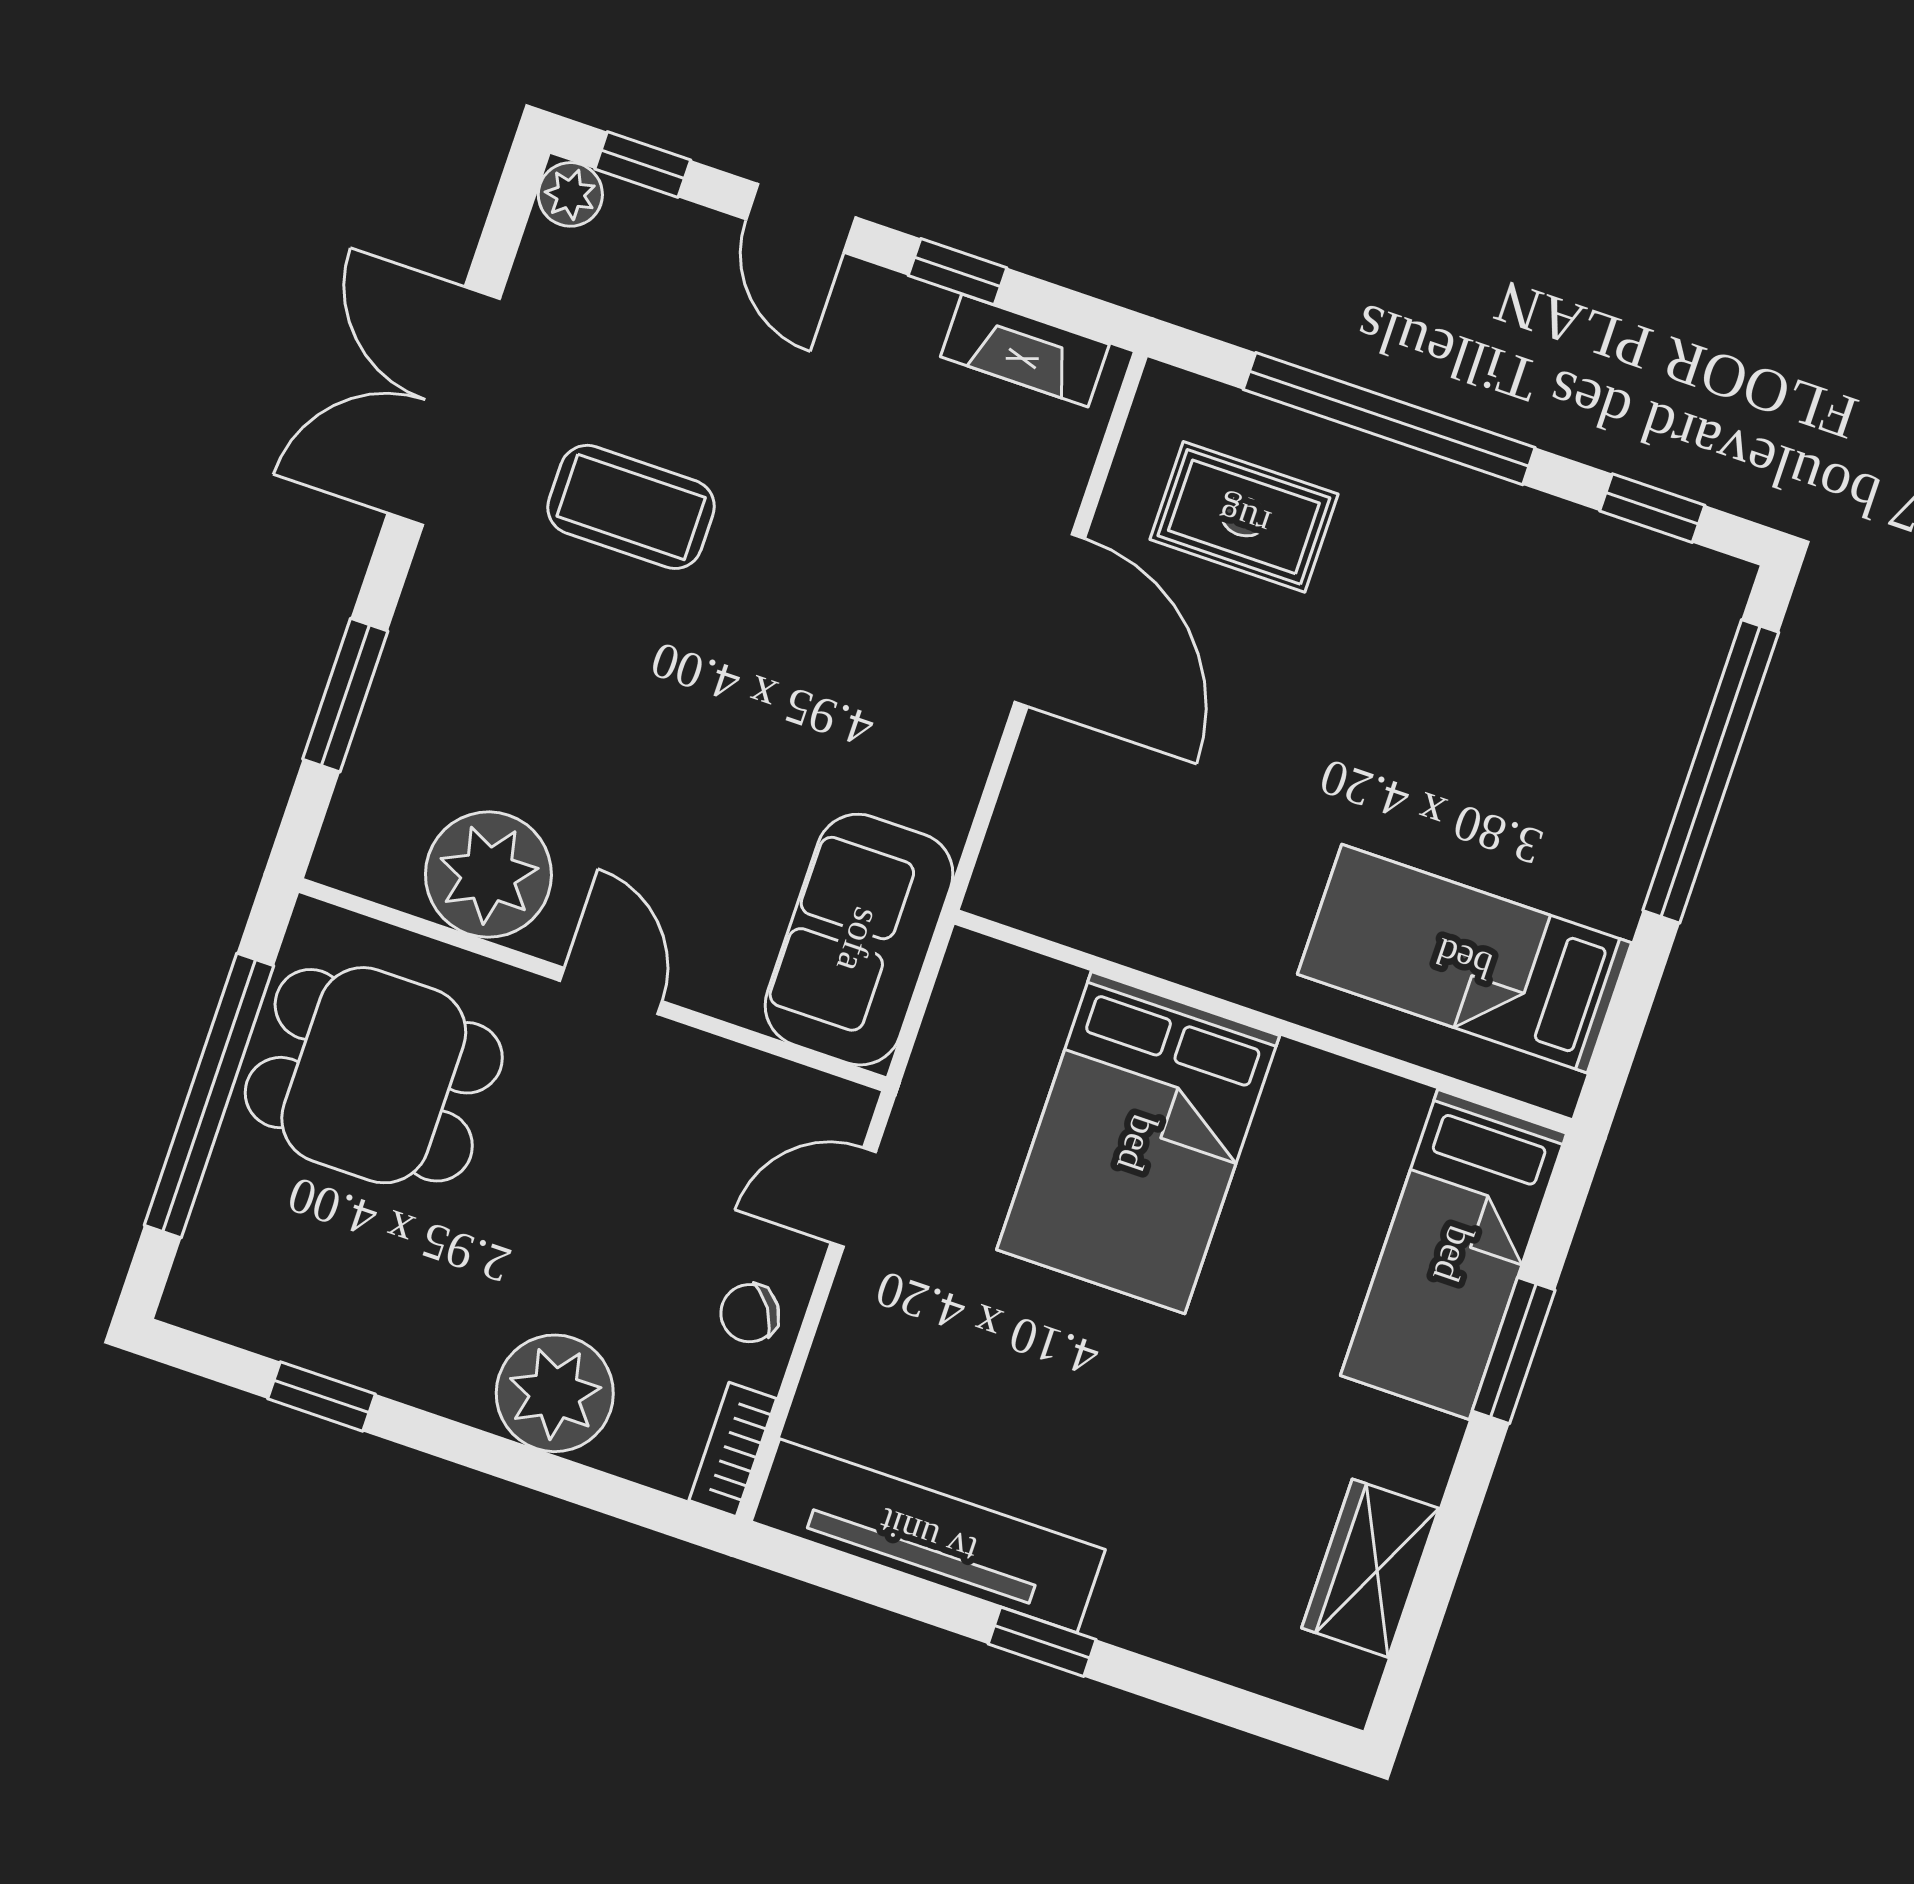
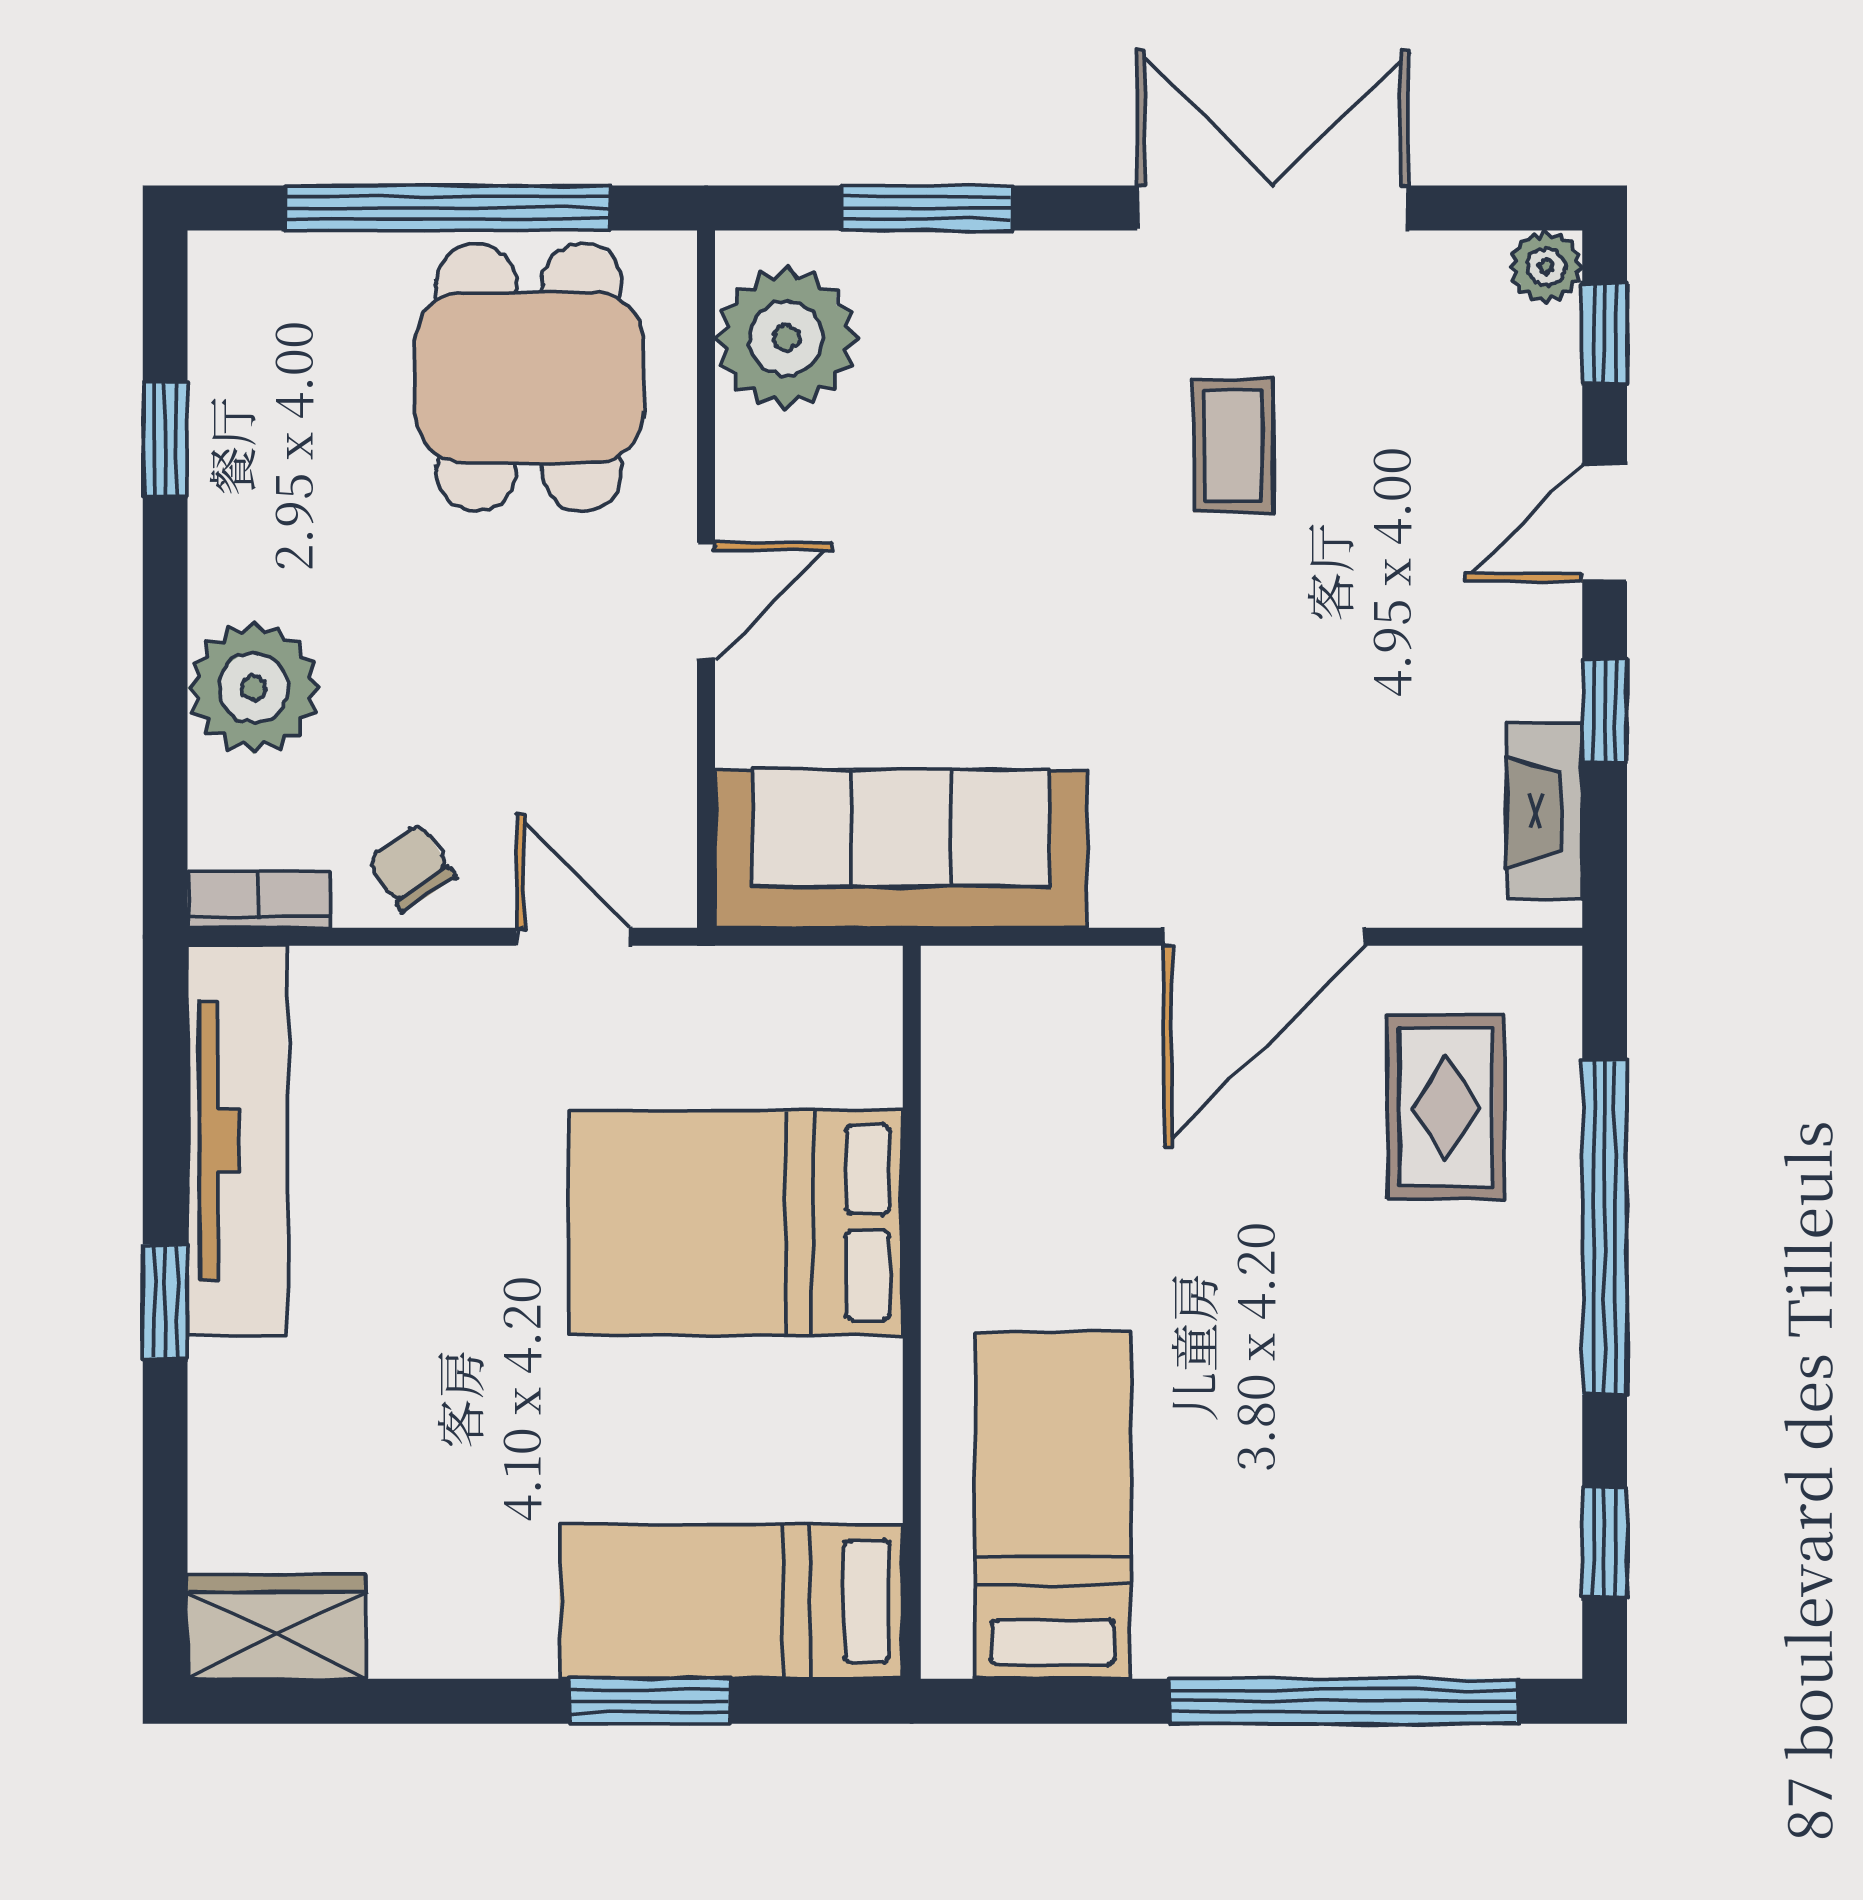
coffee table: (631, 507) -> (1233, 446), width x0.73, depth x0.77
plant: (488, 875) -> (786, 338), moved
sofa: (859, 940) -> (901, 849), width x1.36
wardrobe: (1370, 1568) -> (277, 1627), moved

